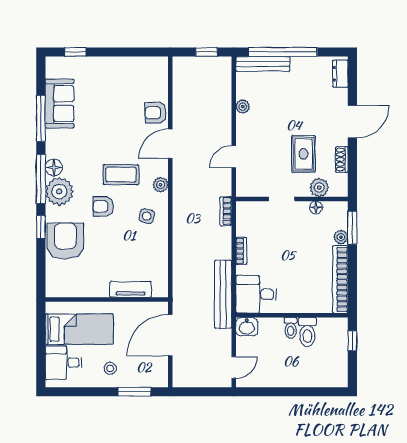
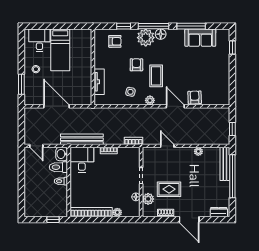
window: (352, 228) -> (123, 220), removed
armchair: (65, 241) -> (115, 41), width x0.53, depth x0.53
tv unit: (131, 289) -> (99, 82), moved
wall: (107, 299) -> (93, 67), moved
toilet: (307, 332) -> (58, 167), moved

